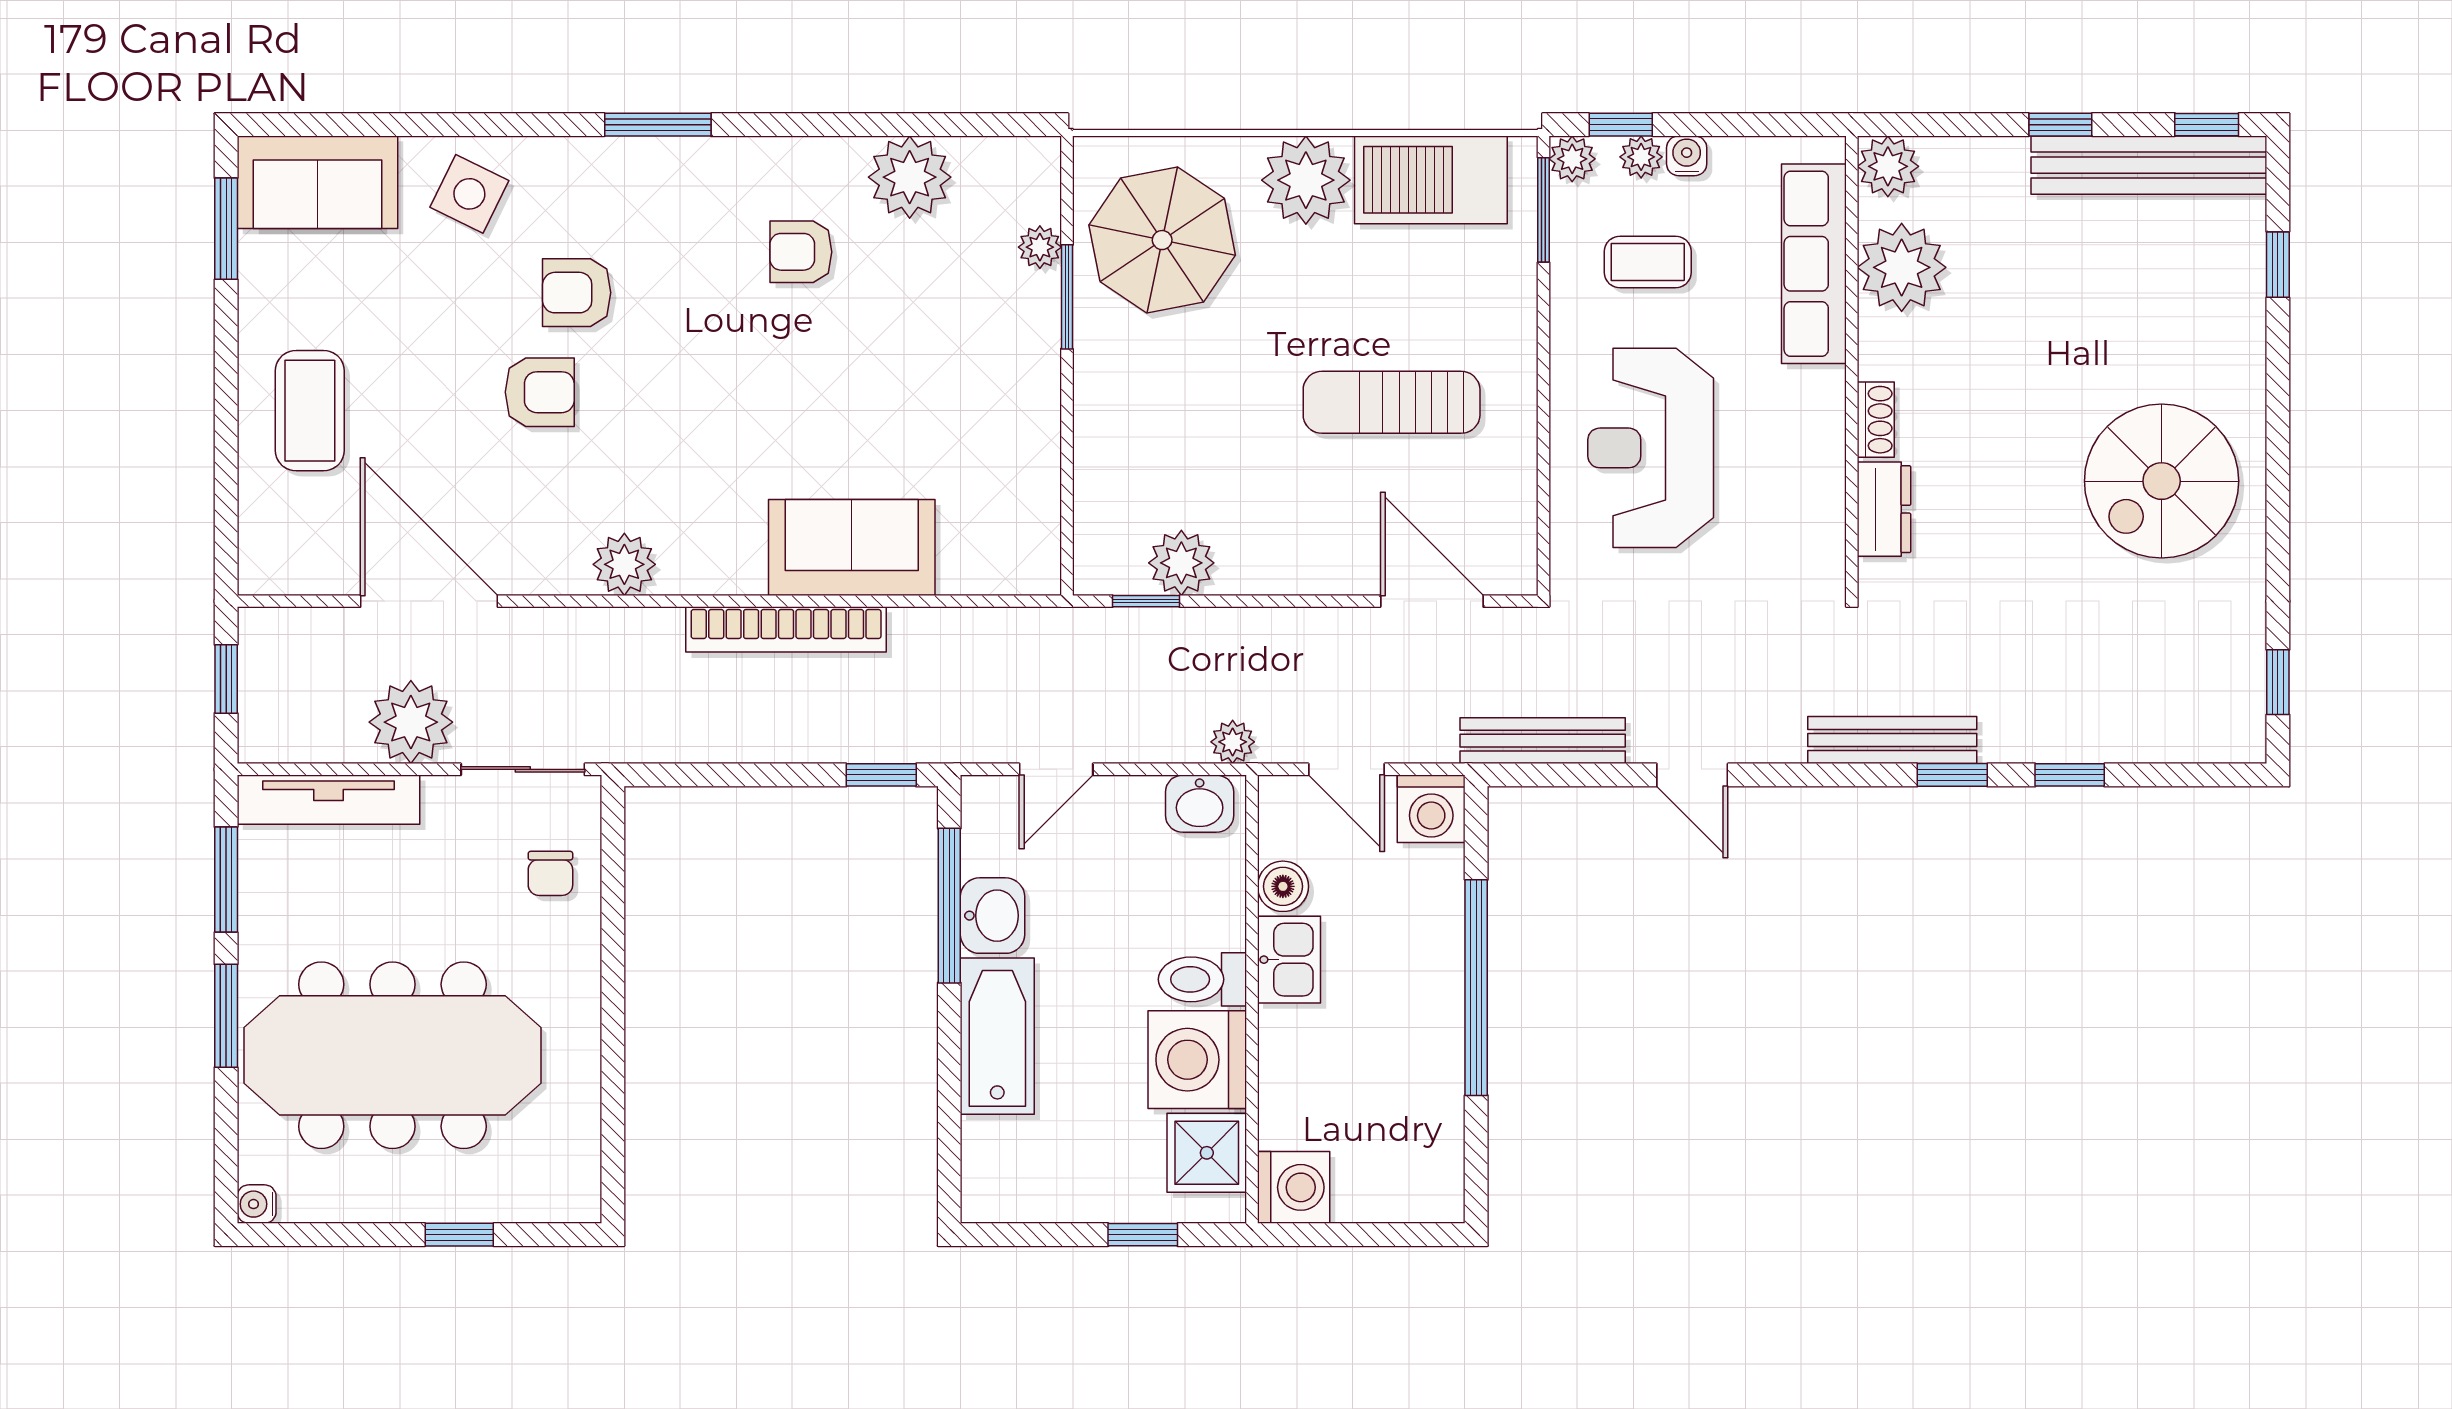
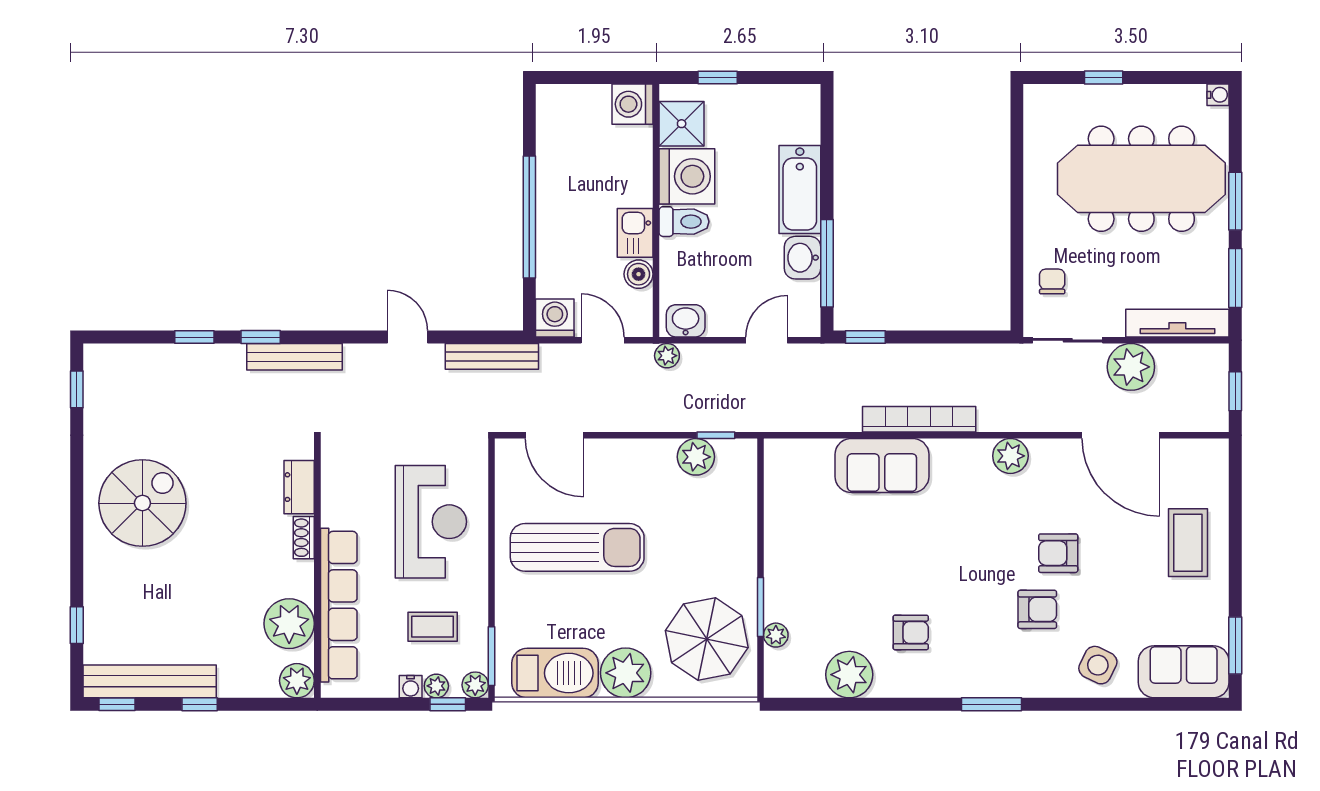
row of seats: (1814, 264) -> (339, 605), width x1.36
sun lounger: (1392, 402) -> (577, 547), width x1.36, depth x1.34

